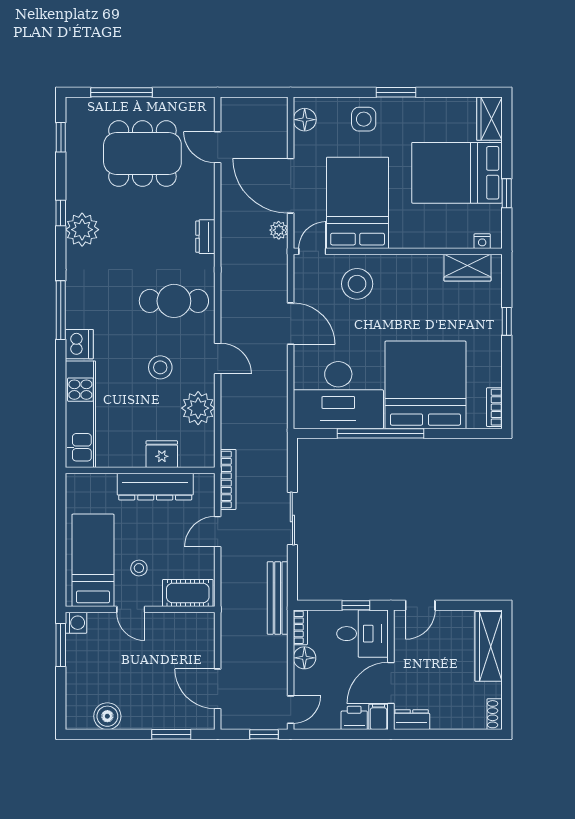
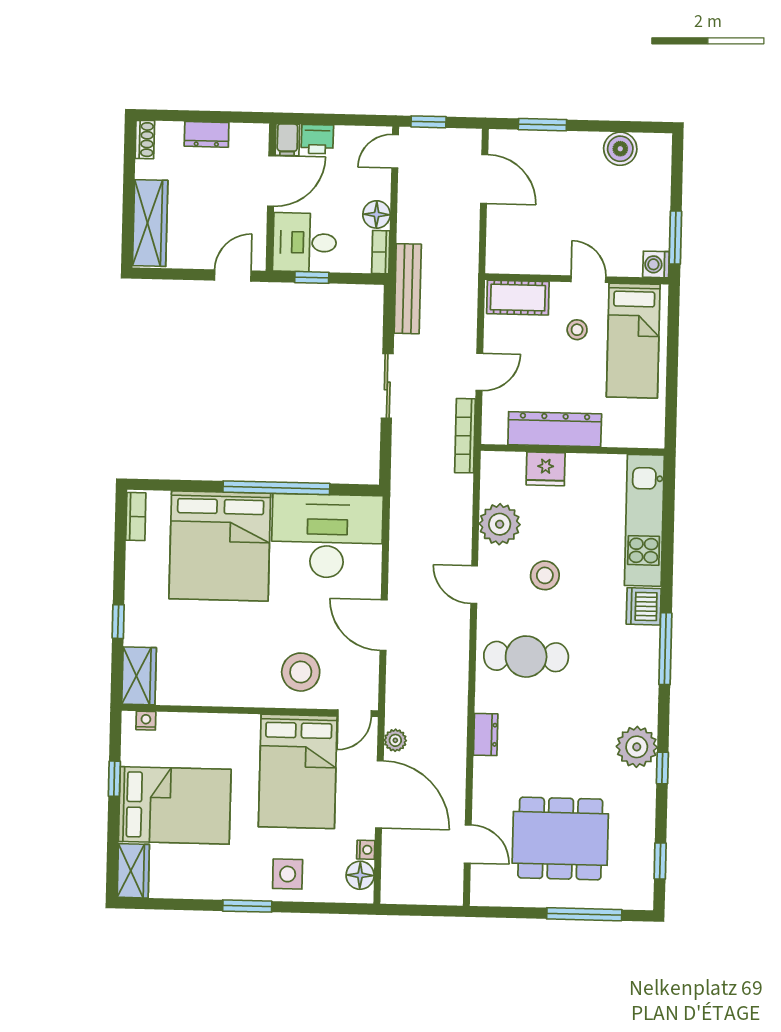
nightstand: (301, 140) -> (366, 850), added
wardrobe: (467, 268) -> (139, 676), moved, turned 90
dresser: (412, 720) -> (207, 134), moved

